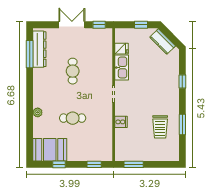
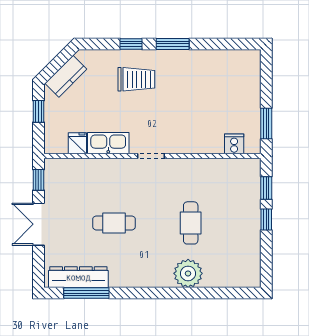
plant: (38, 112) -> (188, 273), width x1.87, depth x1.87
cooker: (121, 122) -> (234, 144), moved
window: (182, 125) -> (173, 44), moved
trolley: (160, 127) -> (136, 79), moved
booth: (50, 150) -> (242, 260), removed
window: (59, 164) -> (266, 220), moved

